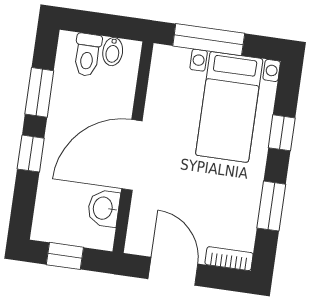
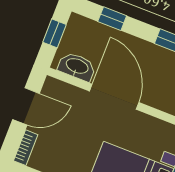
window: (31, 154) -> (112, 19), moved
washbasin: (104, 208) -> (77, 67), width x1.38

